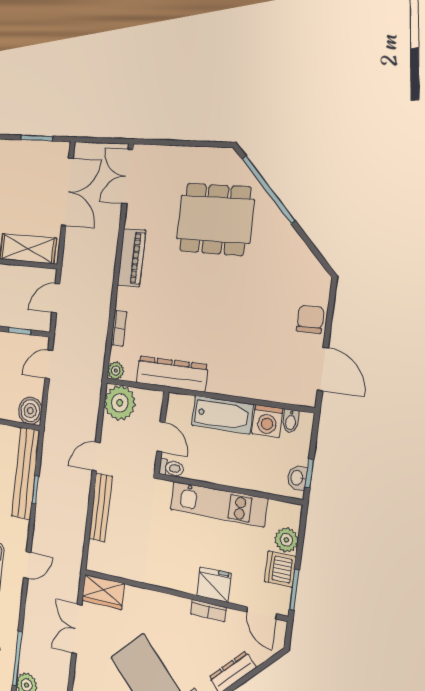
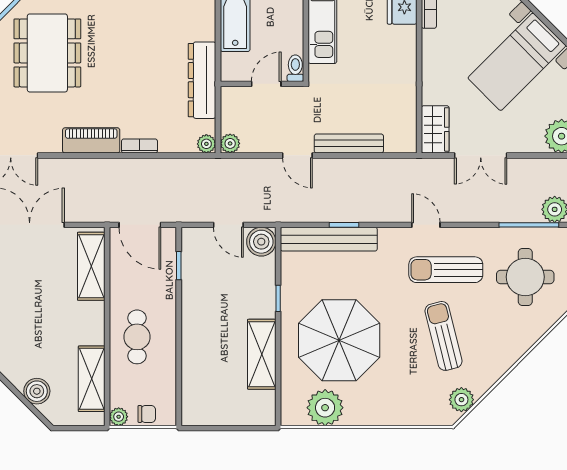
door: (56, 298) -> (140, 225), width x1.38
bookcase: (119, 328) -> (139, 146), moved
door: (49, 364) -> (228, 225), moved
plant: (120, 403) -> (230, 143), width x0.53, depth x0.53

